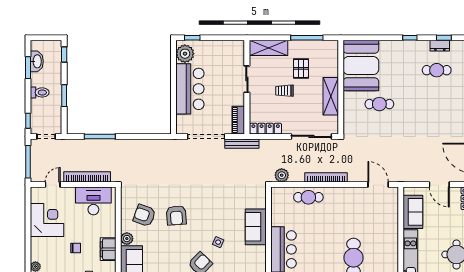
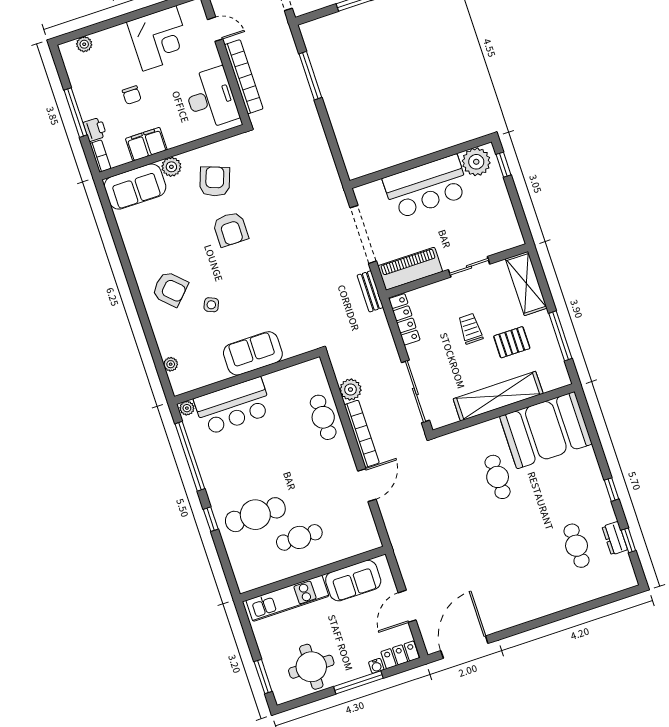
shelving: (331, 96) -> (498, 396), width x1.47
piano: (238, 120) -> (410, 269), width x1.37, depth x1.33
bench: (242, 144) -> (370, 291), width x0.73
plant: (282, 175) -> (350, 390), moved
door: (378, 185) -> (367, 485), moved
armchair: (176, 215) -> (231, 229), turned -86
cafe table: (376, 236) -> (299, 537), added

